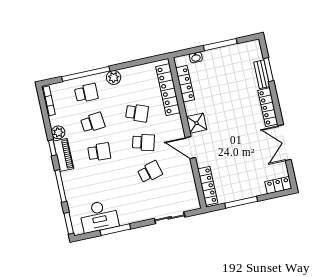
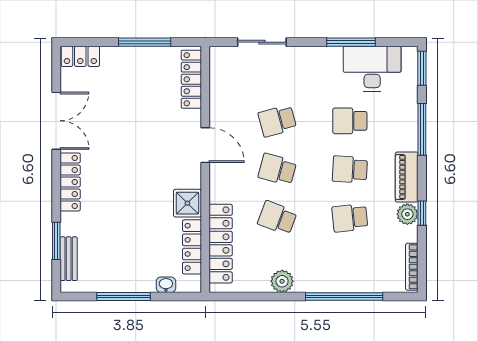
bench: (262, 74) -> (69, 259), moved
plant: (114, 77) -> (282, 281), moved
school desk: (86, 93) -> (350, 121), moved
shower: (197, 123) -> (187, 203), moved
window: (52, 148) -> (422, 213), moved

